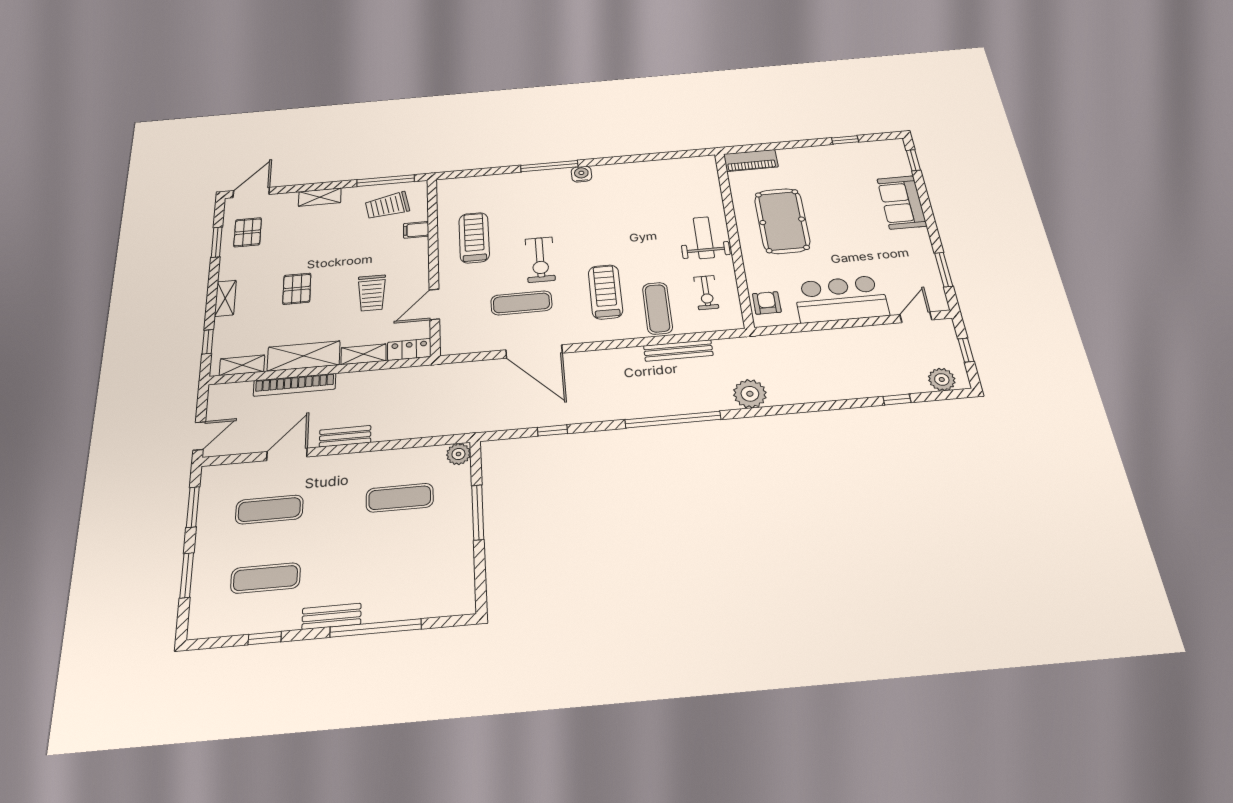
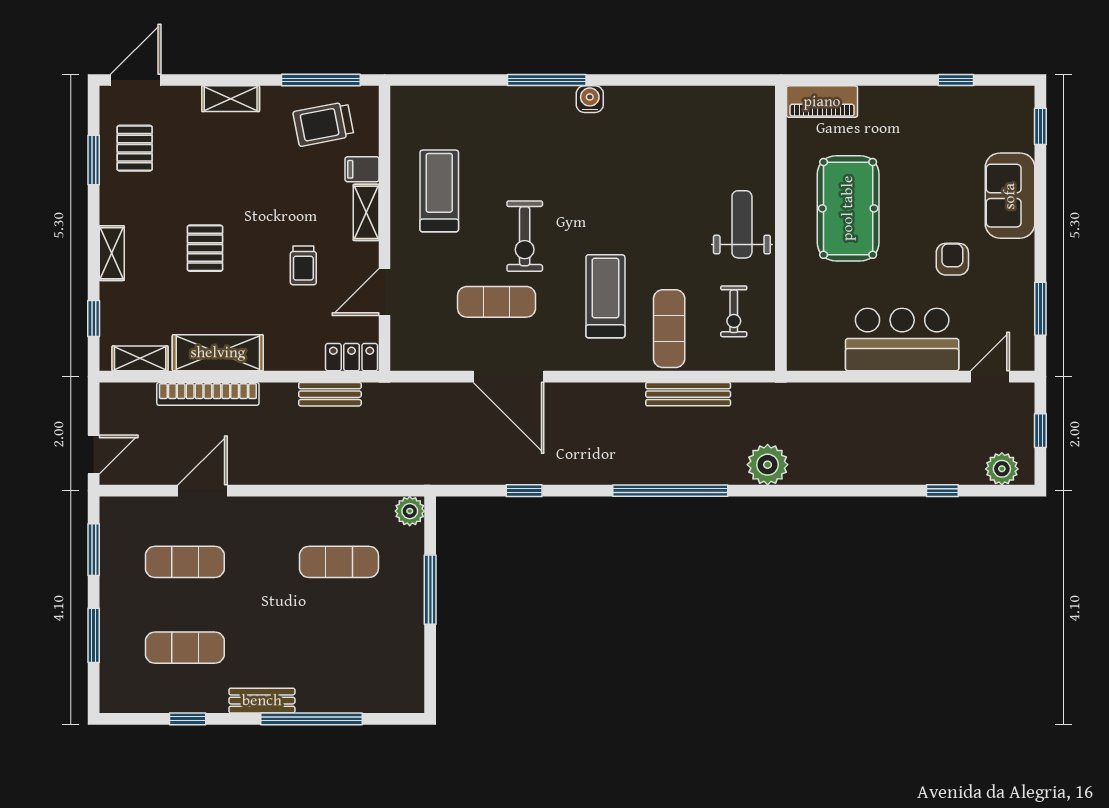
trolley: (372, 293) -> (303, 265), width x0.73, depth x0.72
armchair: (767, 303) -> (952, 259), moved
shelving: (364, 354) -> (366, 212), moved, turned 90
bench: (345, 436) -> (330, 394), moved

